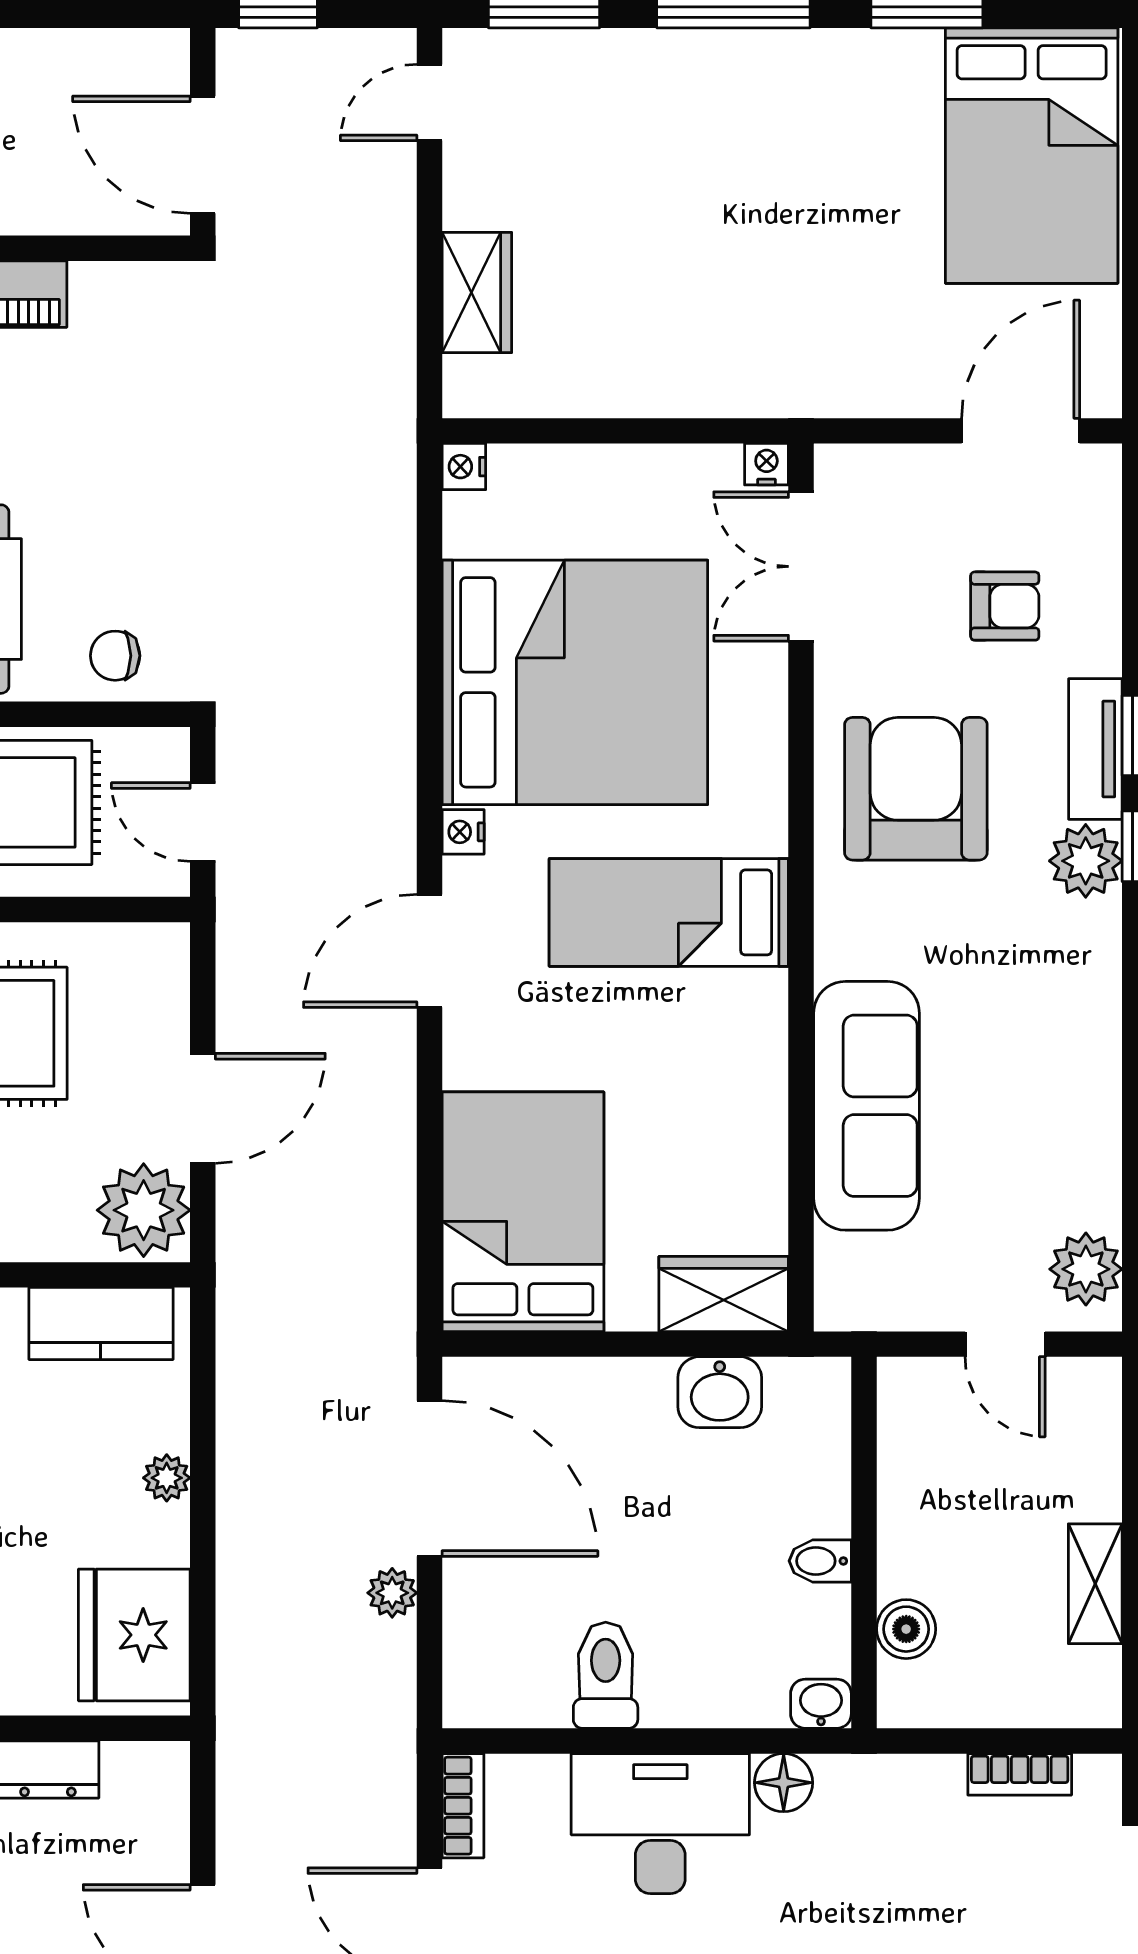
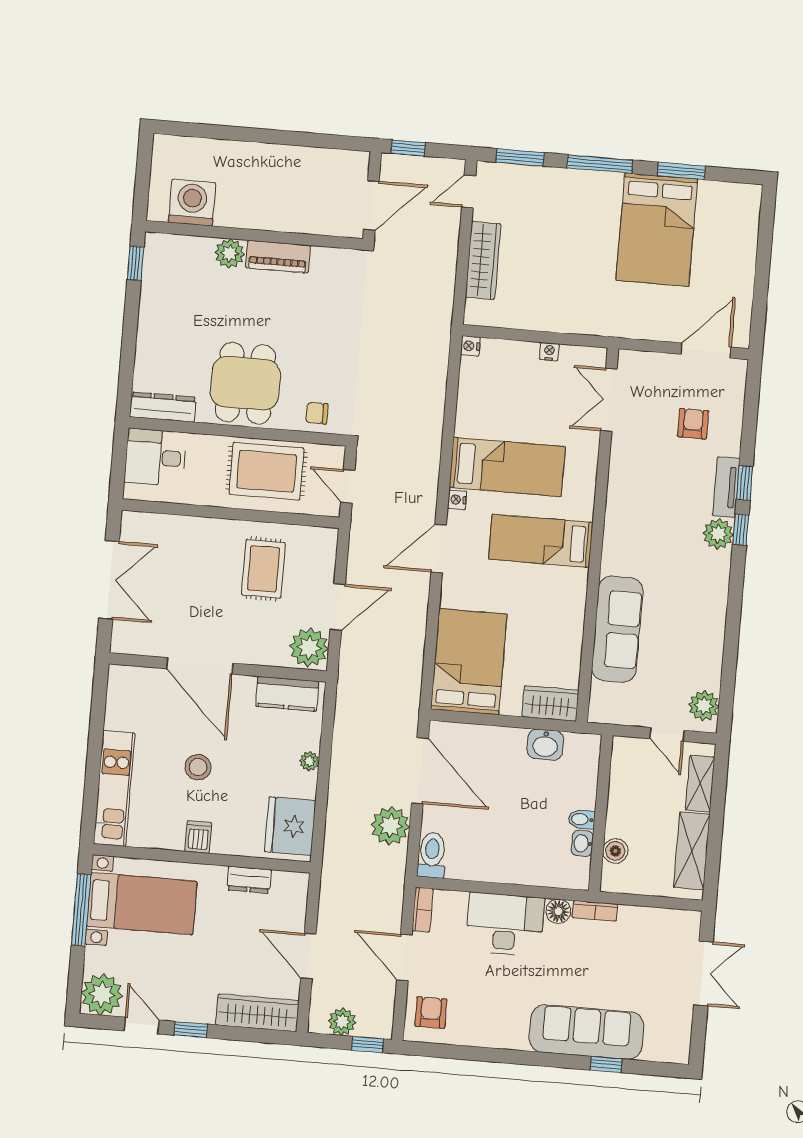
door: (203, 155) -> (371, 205), swing flipped
bed: (1032, 156) -> (657, 230), moved
wardrobe: (477, 292) -> (483, 260), width x1.50
nightstand: (766, 464) -> (549, 352), moved
armchair: (1005, 606) -> (693, 424), turned -90
bed: (575, 682) -> (507, 467), width x0.49
armchair: (916, 789) -> (649, 498), removed
shelving: (1093, 1453) -> (700, 784), added
shelving: (1095, 1584) -> (692, 851), width x1.50, depth x1.33
plant: (392, 1593) -> (390, 826), width x1.88, depth x1.88
toilet: (606, 1675) -> (432, 855), moved
washbasin: (821, 1704) -> (582, 843), moved, turned -90
bookcase: (1020, 1774) -> (595, 911), moved

